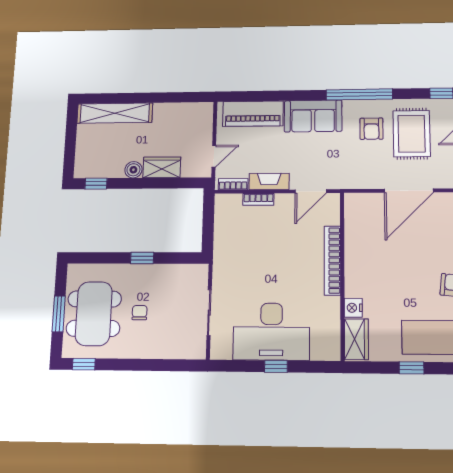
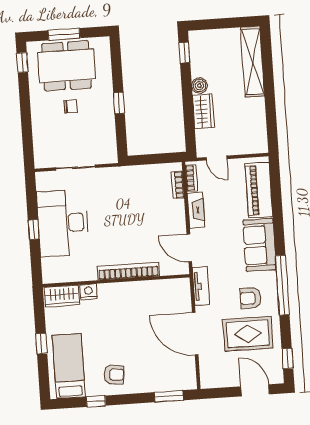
tv unit: (355, 181) -> (201, 286), added
bookcase: (258, 199) -> (178, 185), moved

